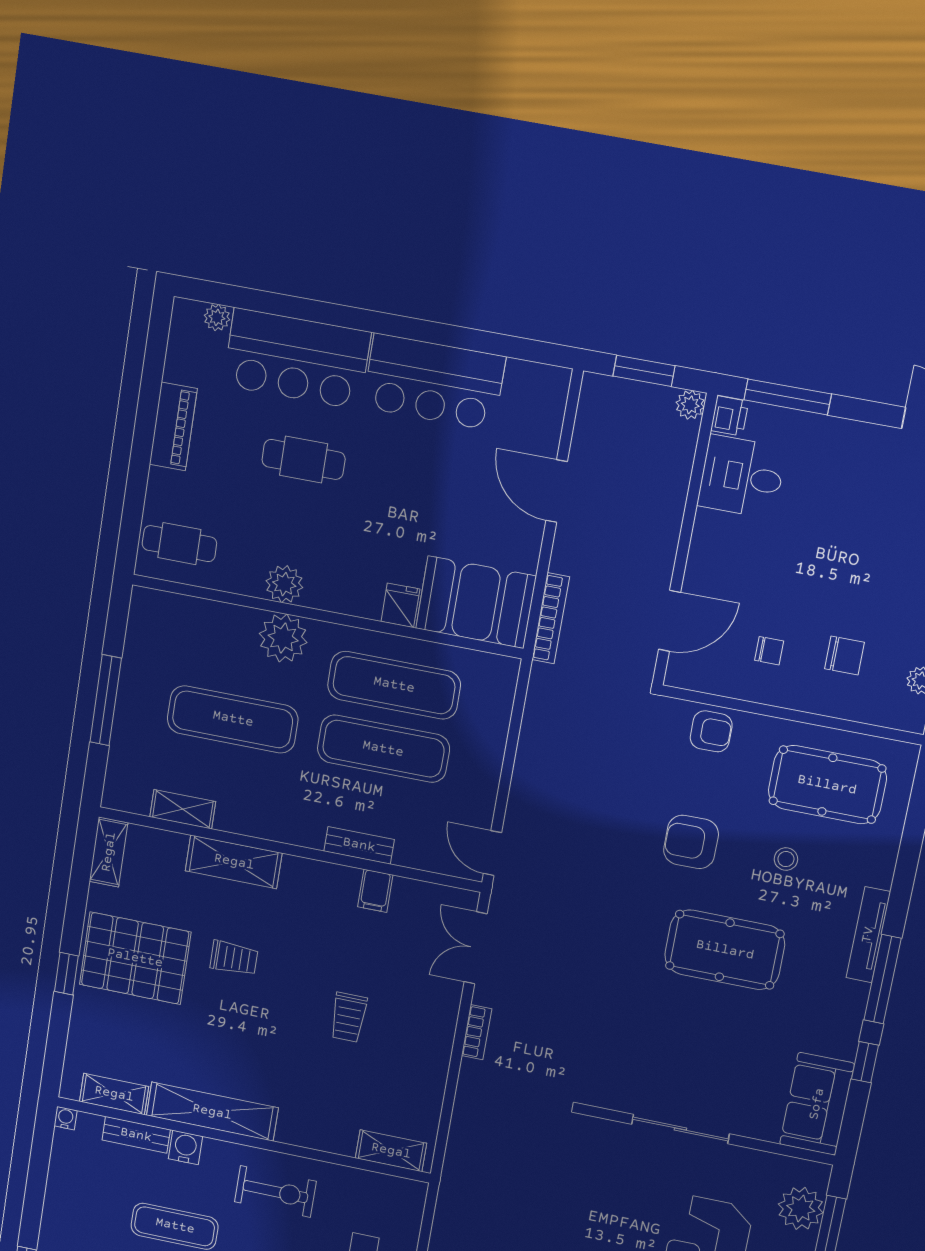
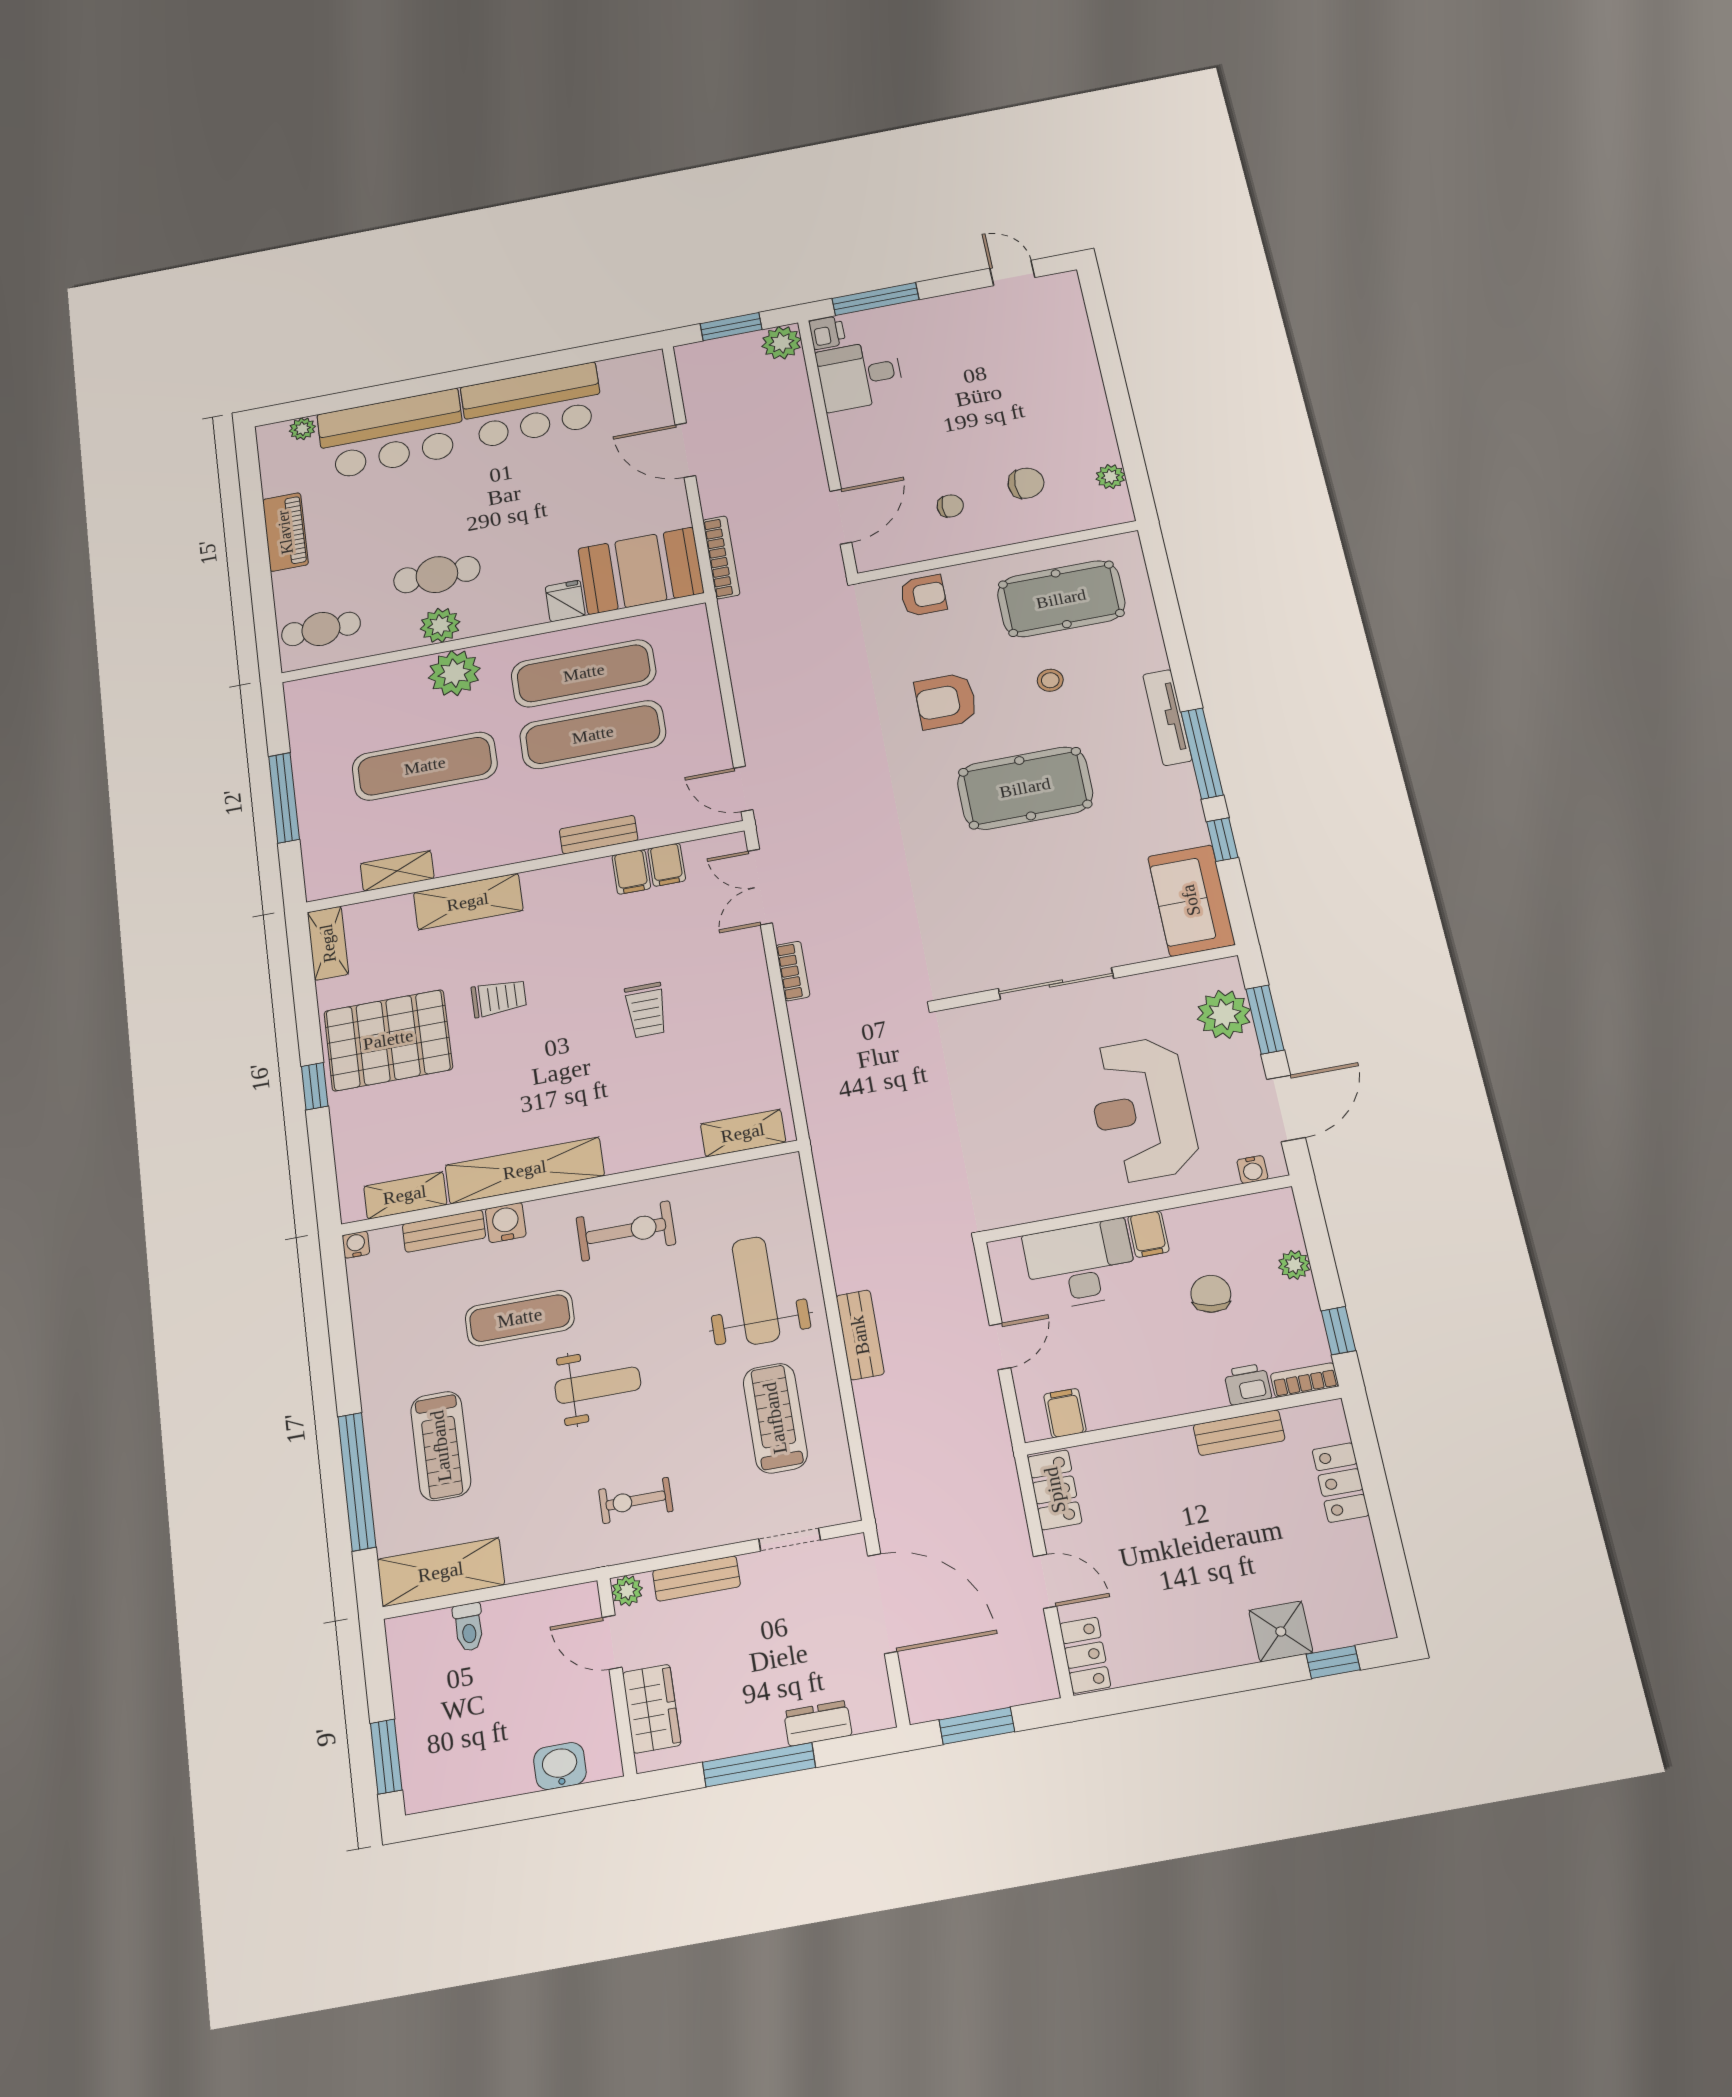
plant: (690, 405) -> (781, 343), width x1.38, depth x1.38
cafe table: (304, 459) -> (437, 575), moved
filing cabinet: (406, 896) -> (667, 865), added

